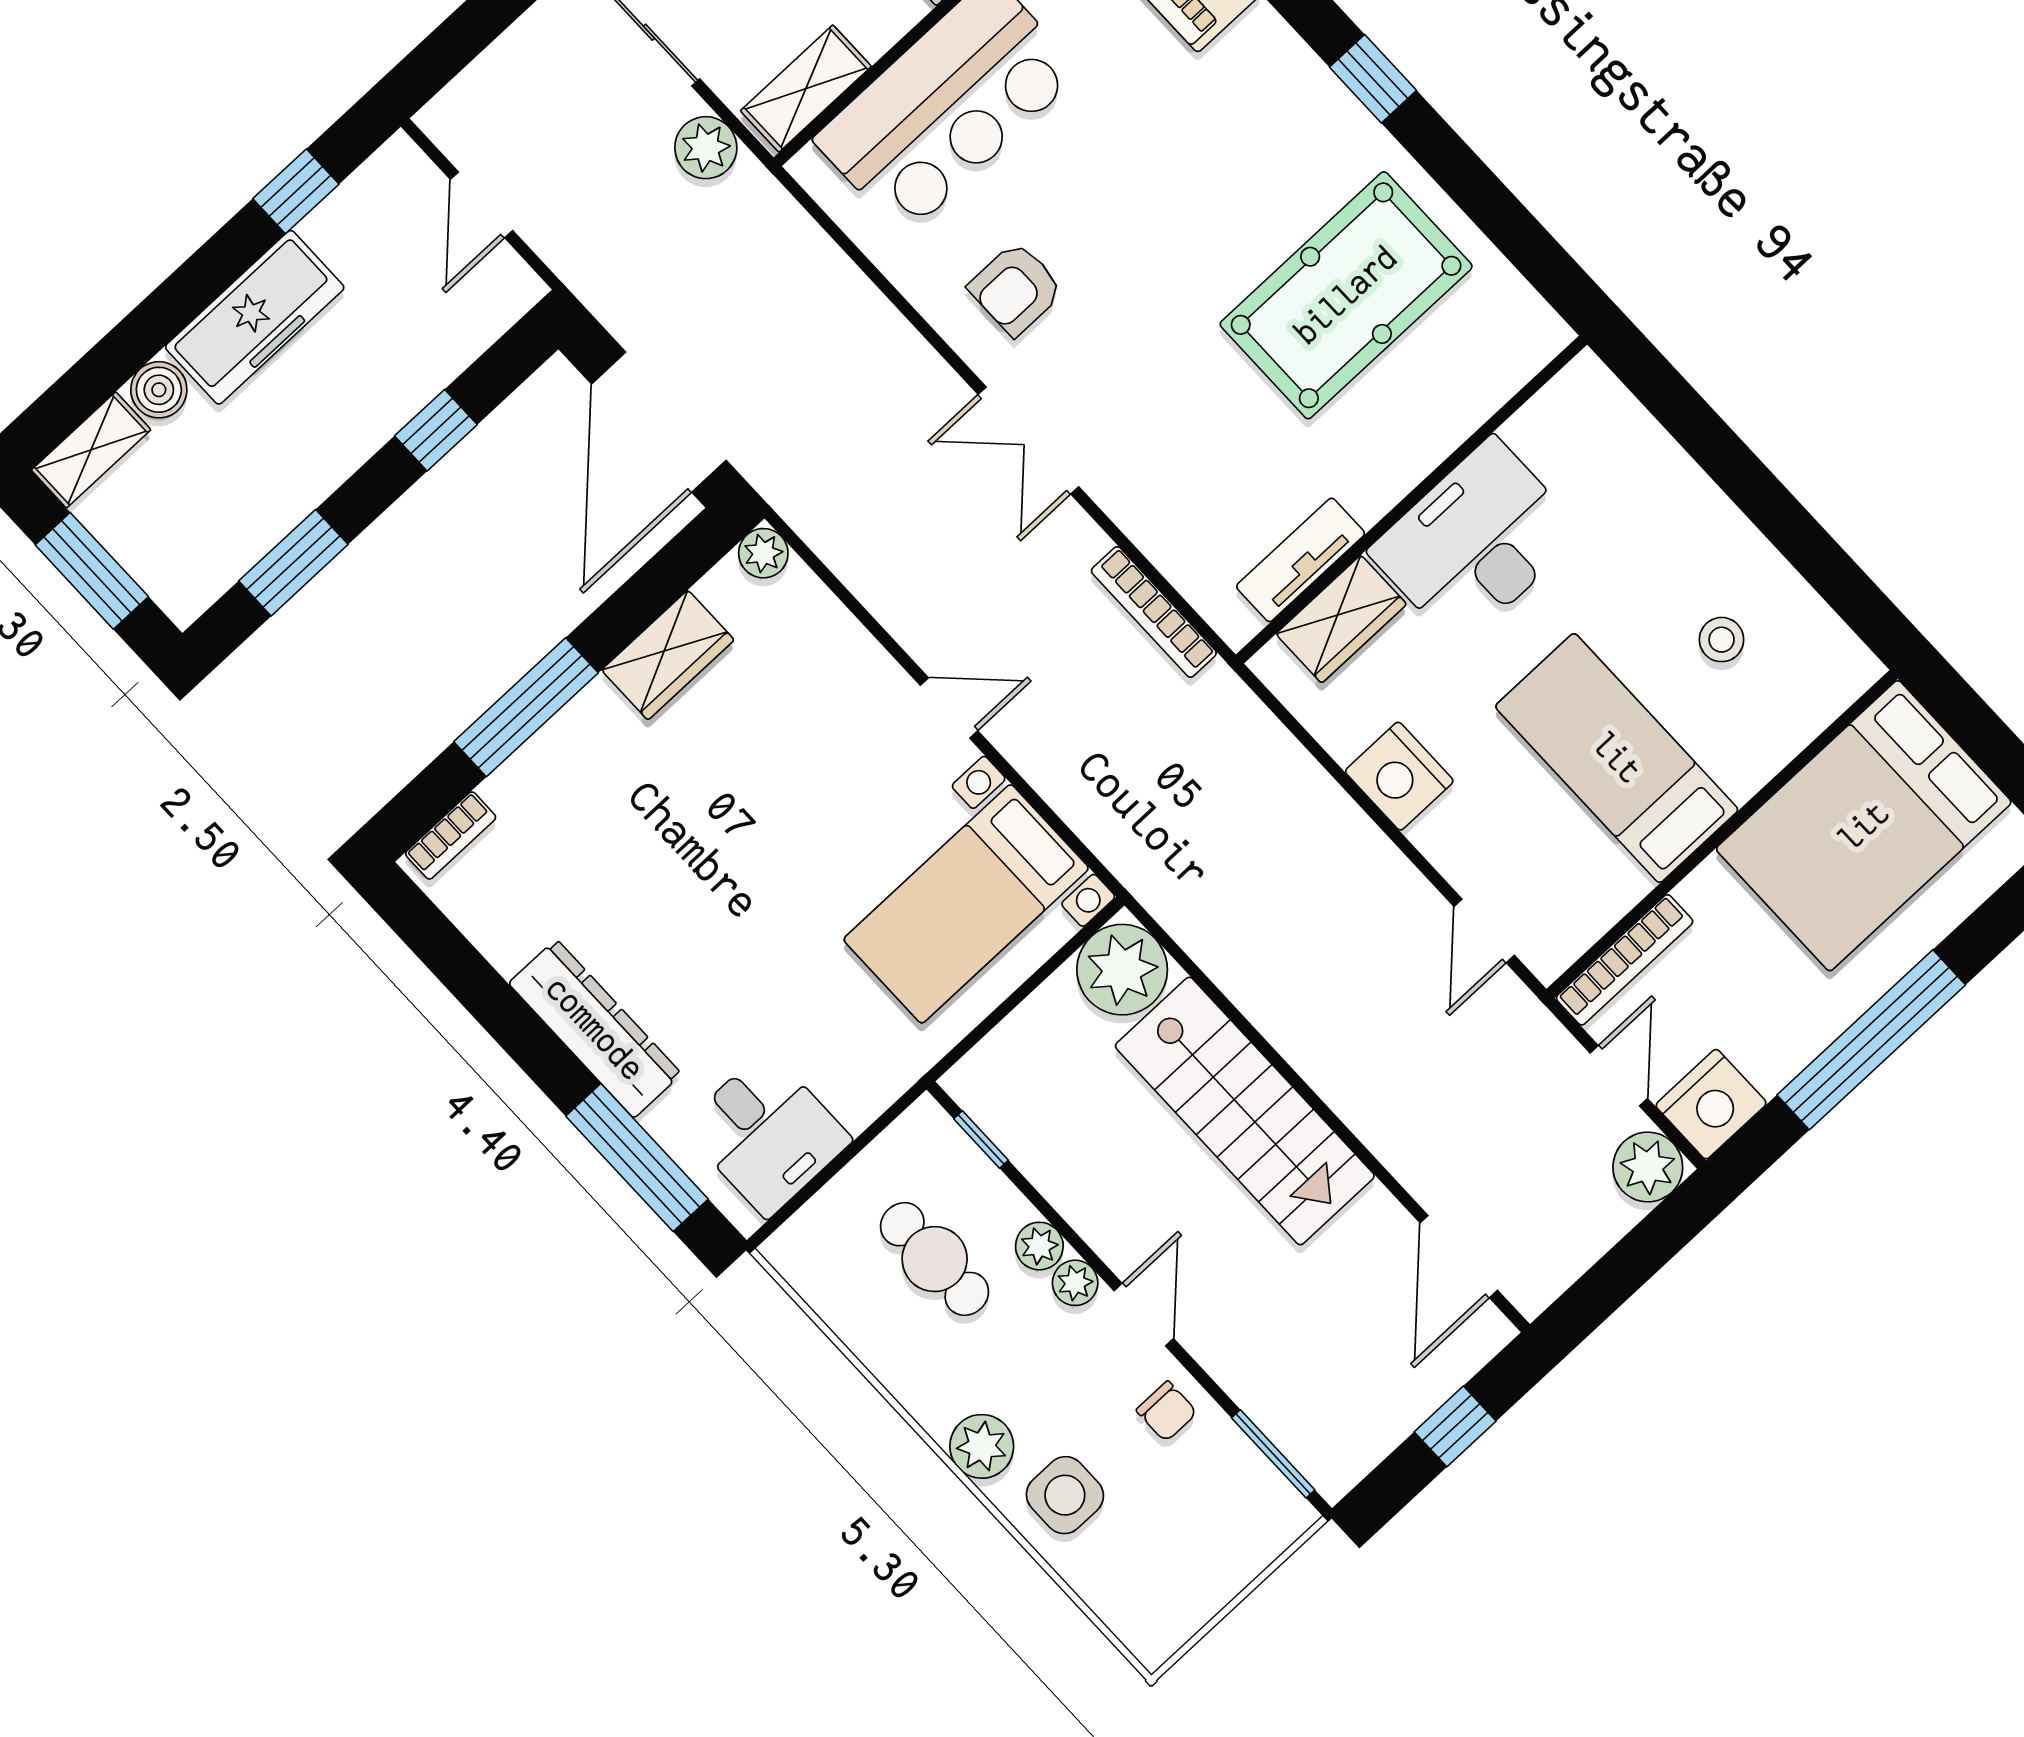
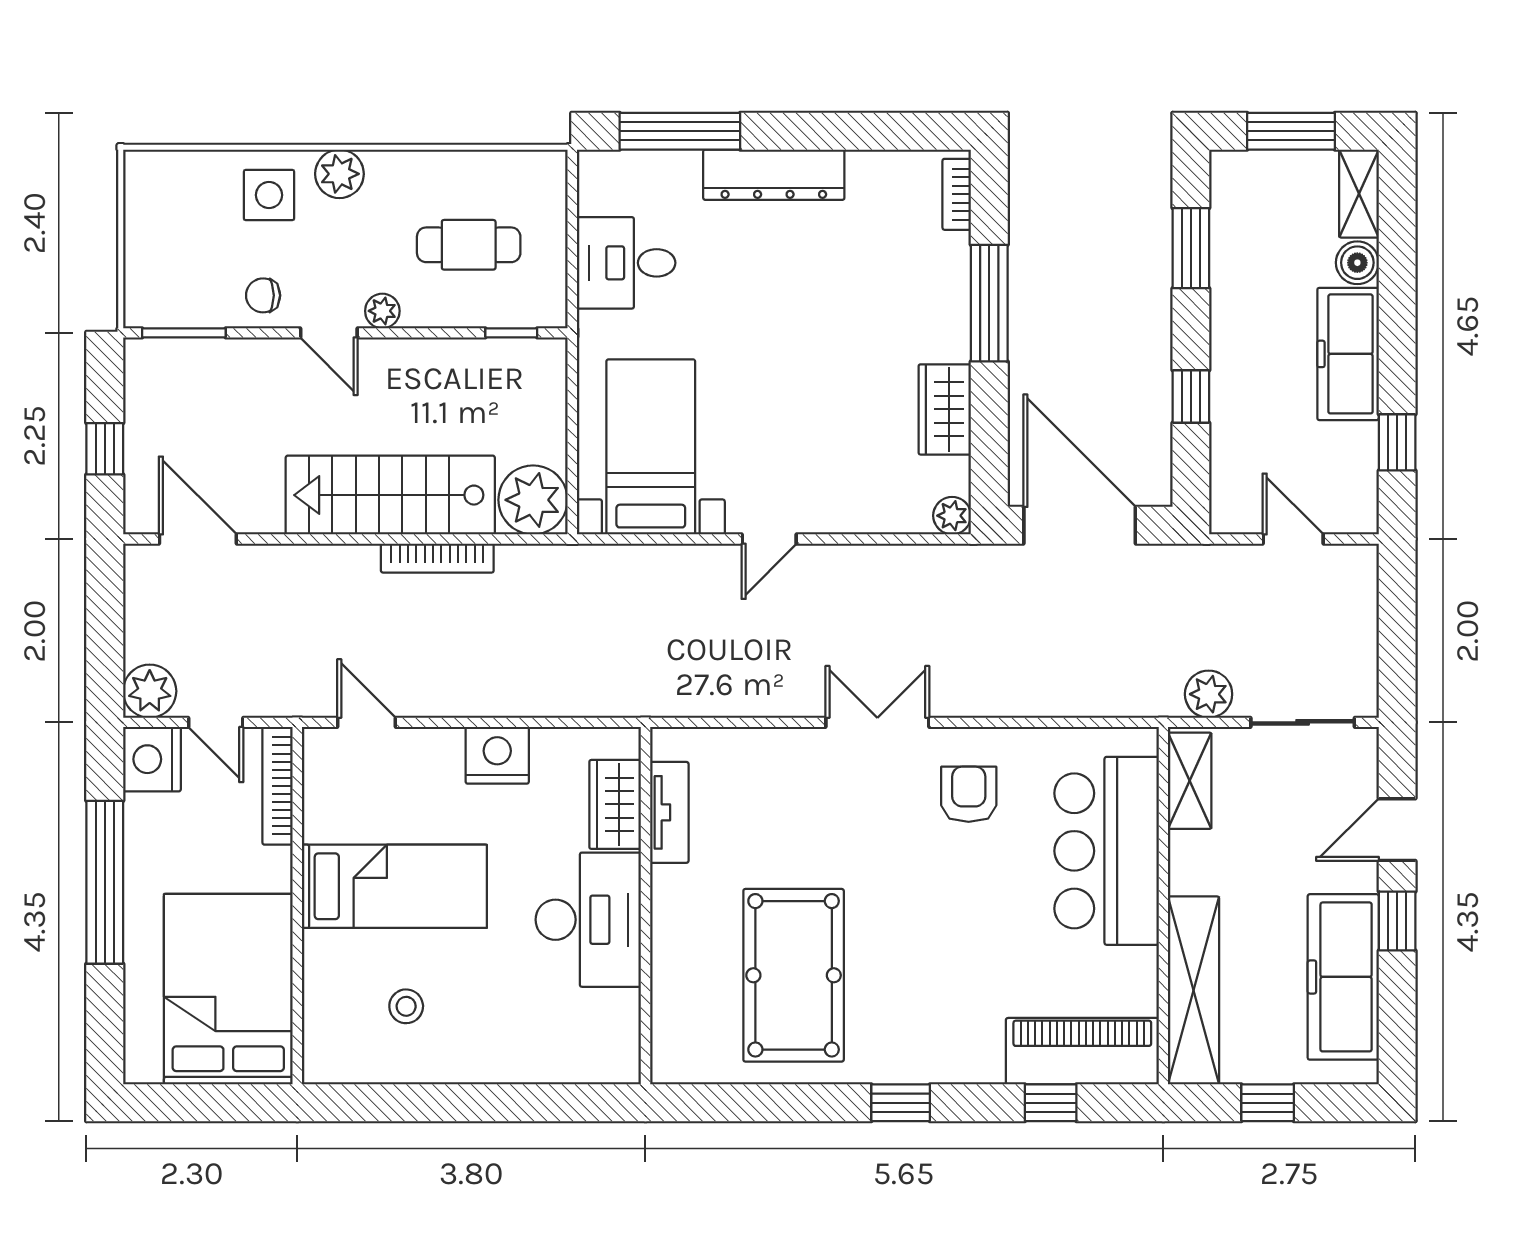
bookcase: (1154, 612) -> (437, 558), moved, turned 180
desk: (767, 1133) -> (626, 263), moved
plant: (1039, 1246) -> (421, 310), removed

